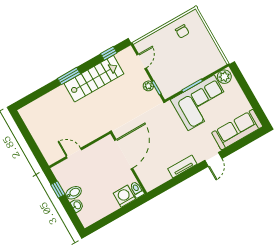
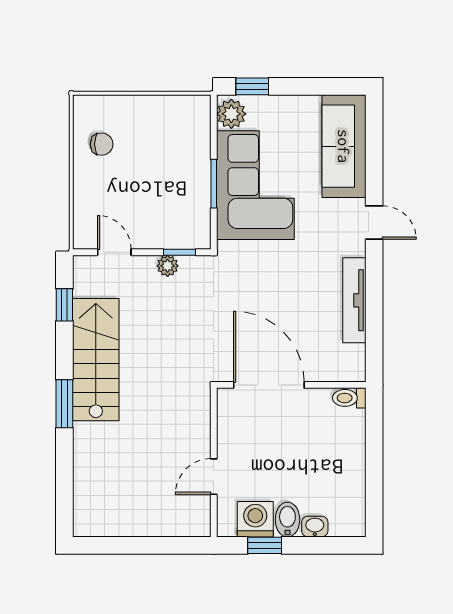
window: (240, 79) -> (252, 86), added
tv unit: (182, 166) -> (354, 300), width x1.41
washing machine: (124, 196) -> (255, 519), moved, turned 90

